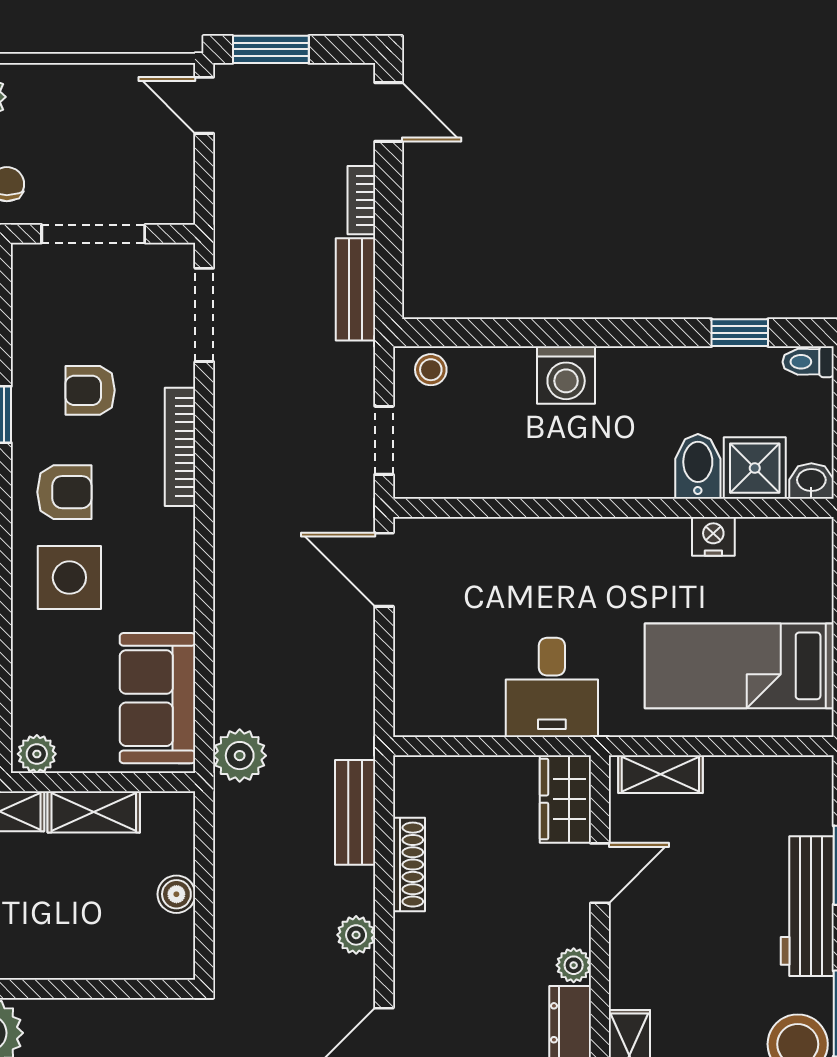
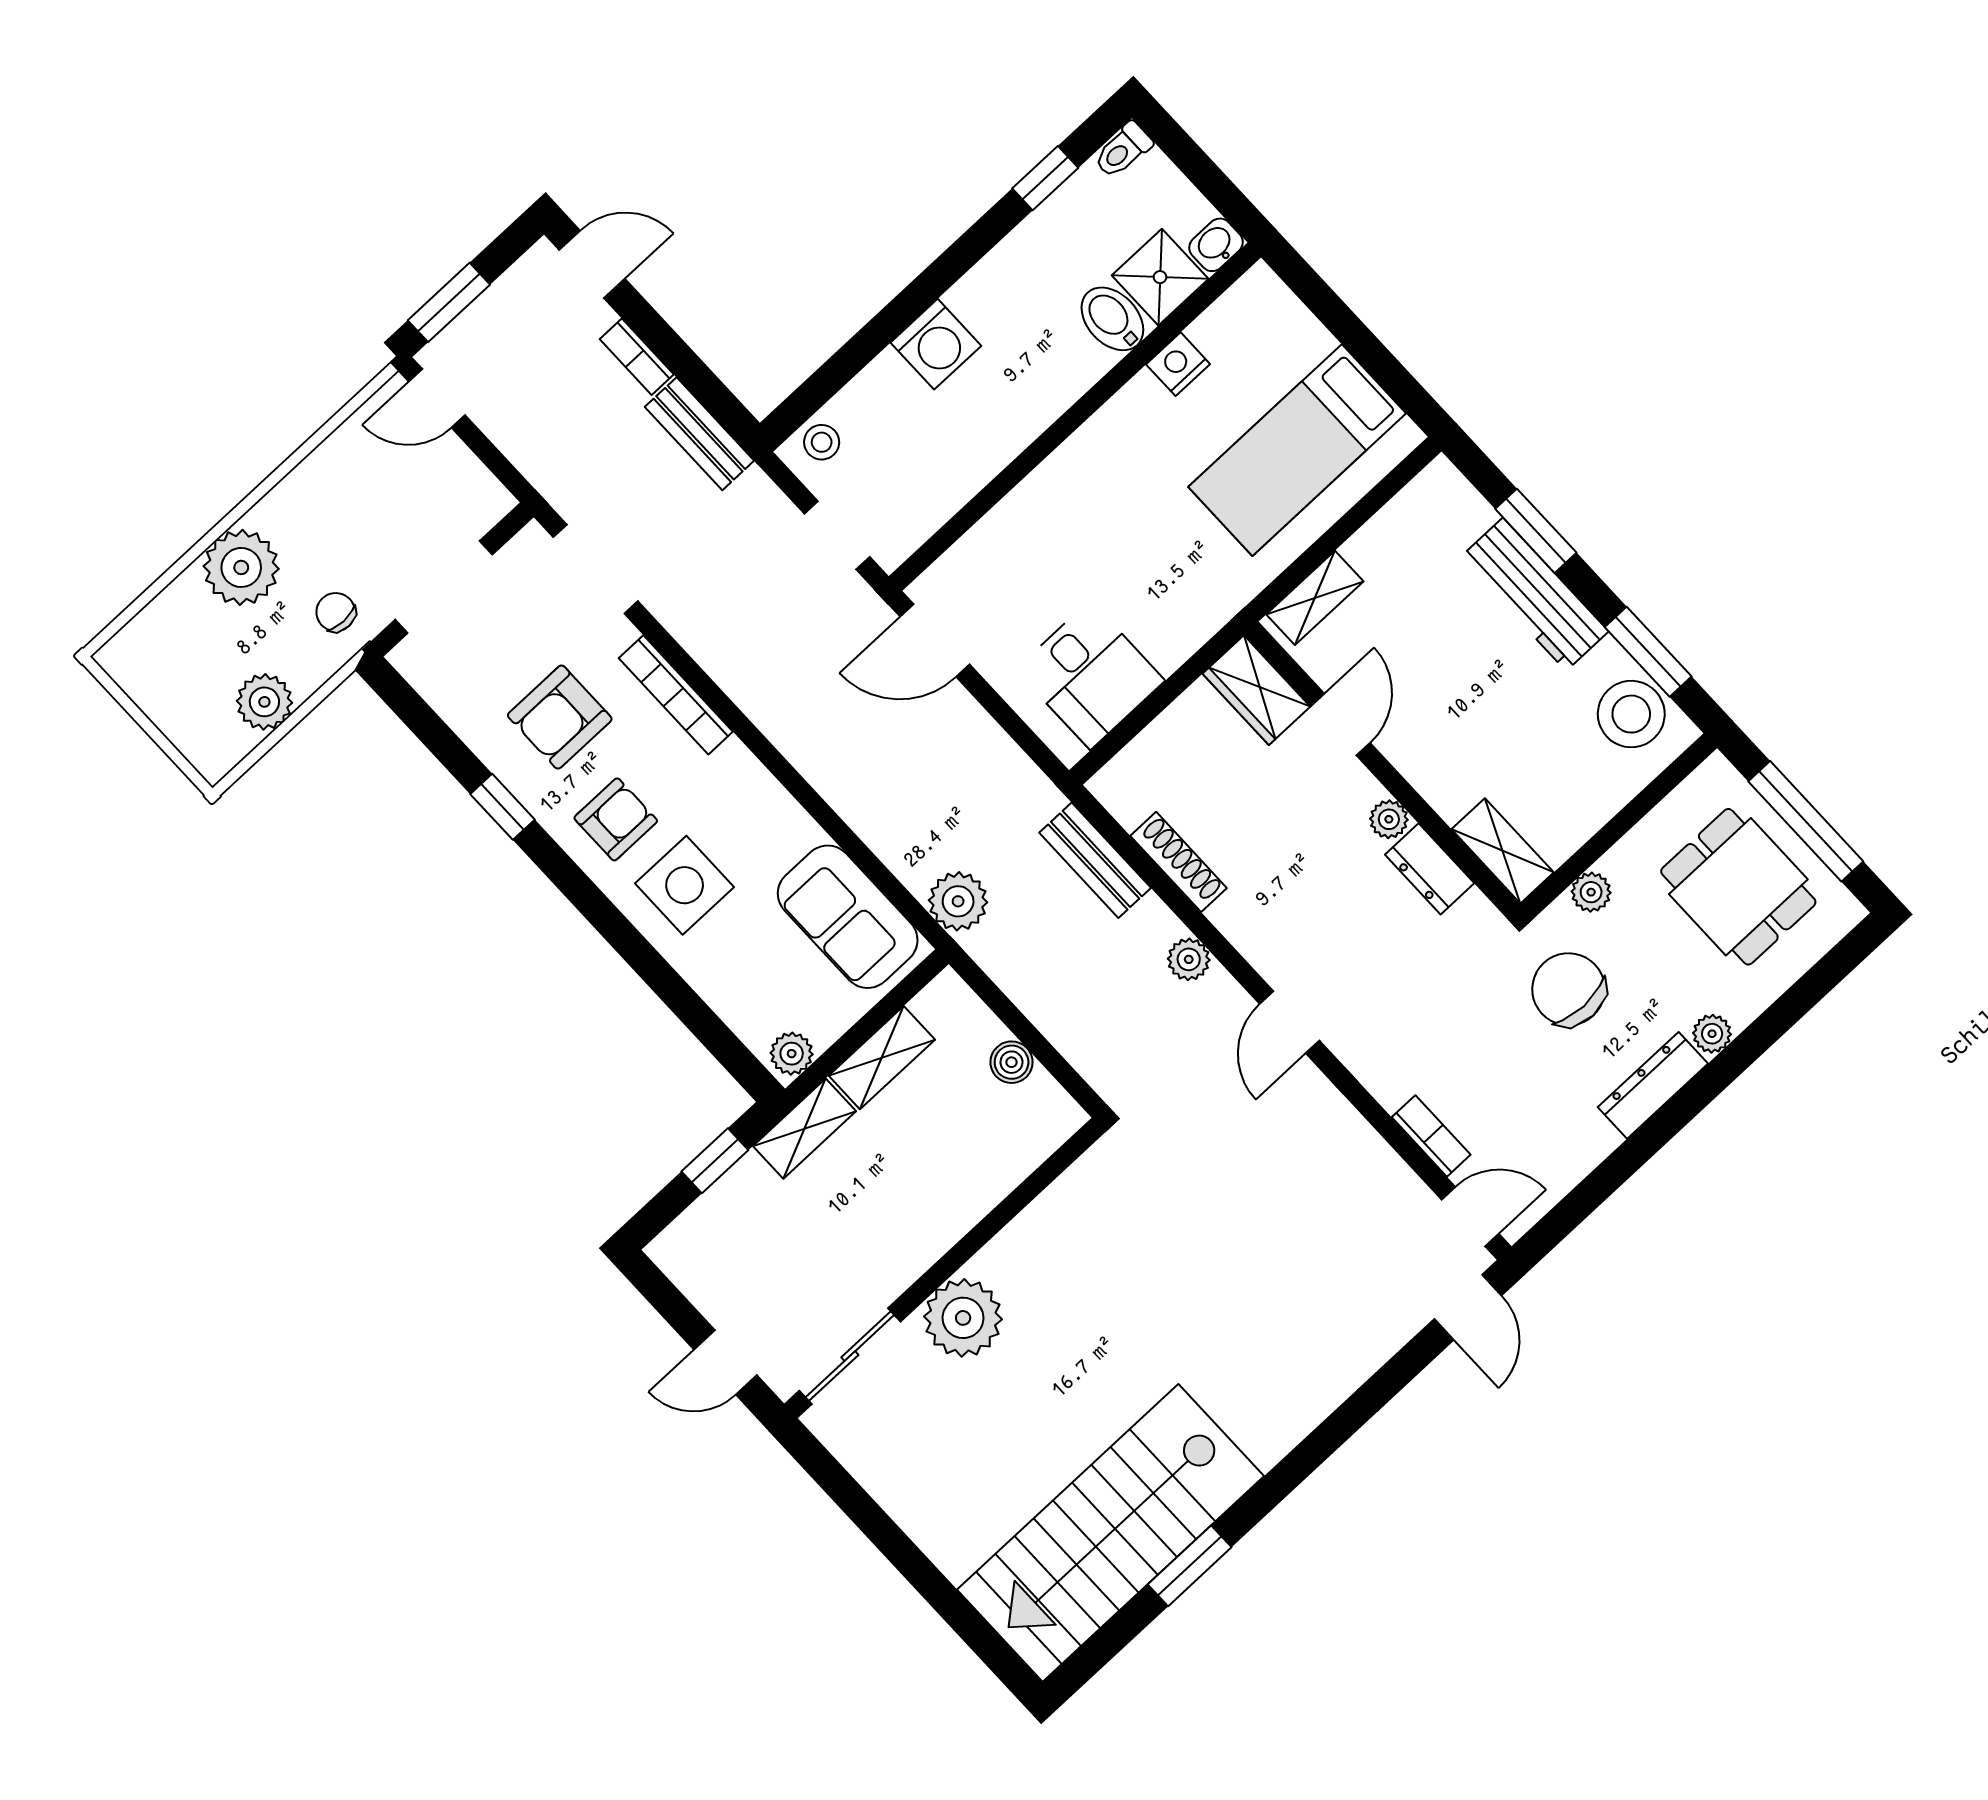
armchair: (90, 390) -> (560, 717), width x1.38, depth x1.38
desk: (552, 687) -> (1090, 675), moved

